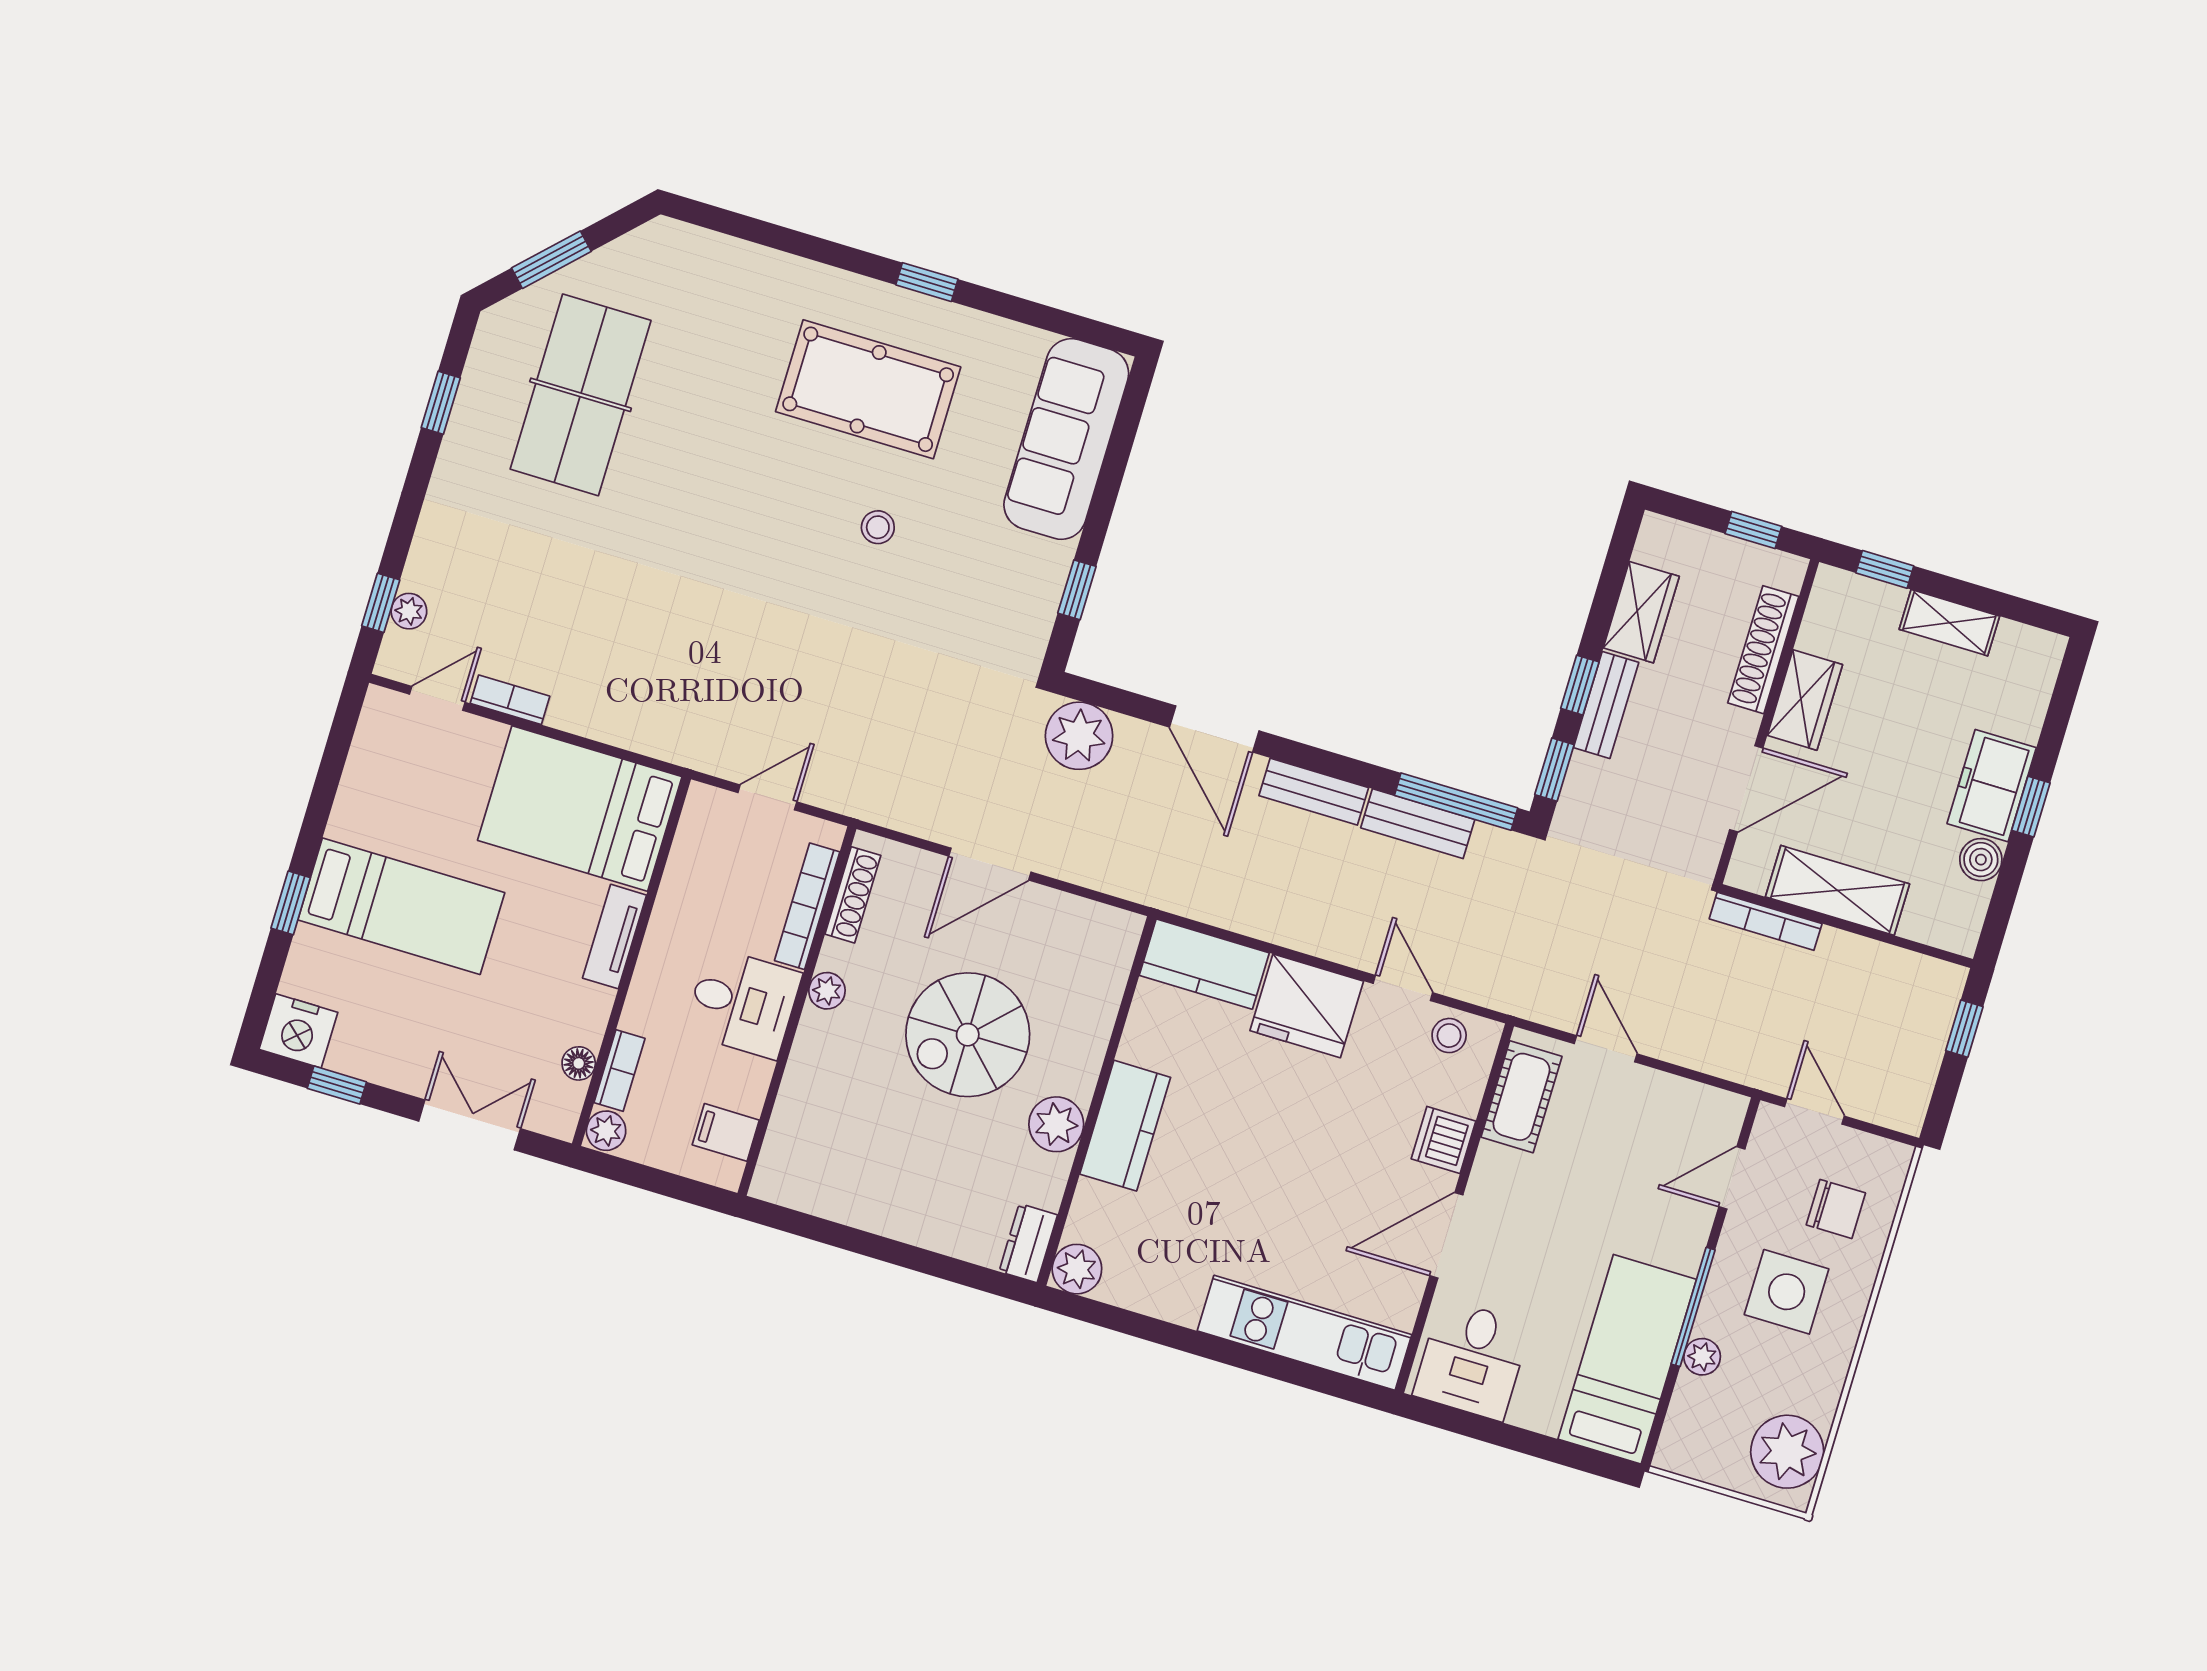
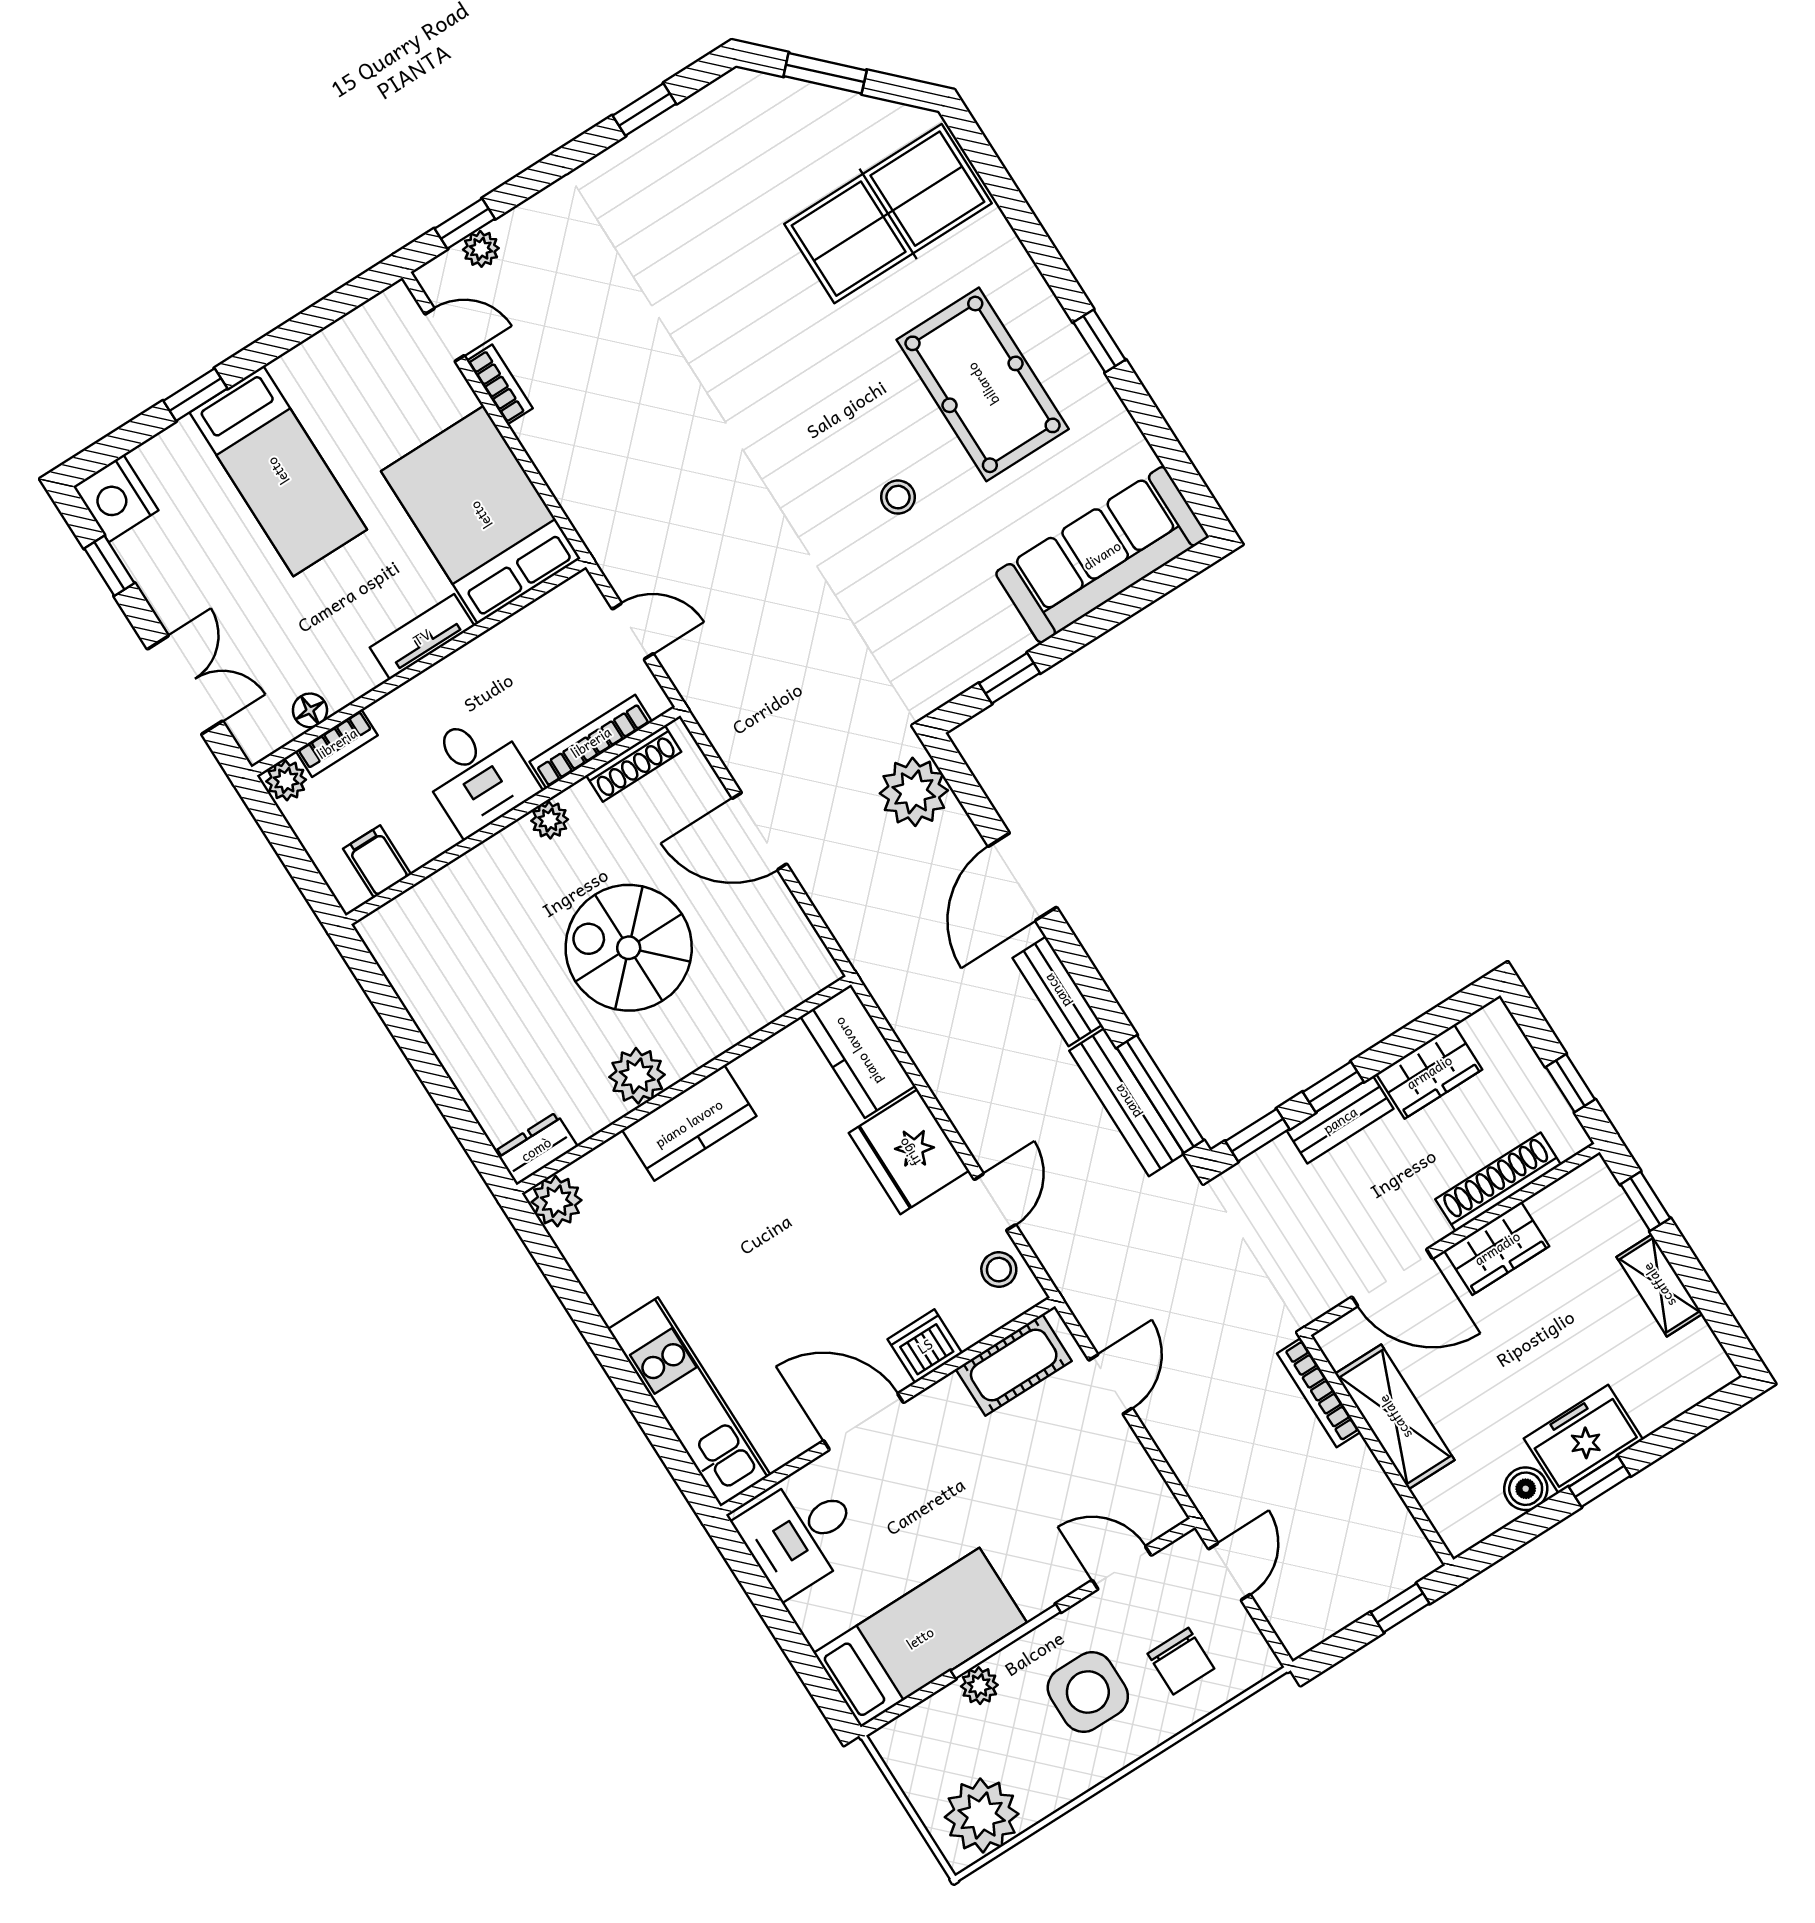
table tennis table: (581, 395) -> (888, 214), moved
bench: (1418, 824) -> (1127, 1102), width x1.36

